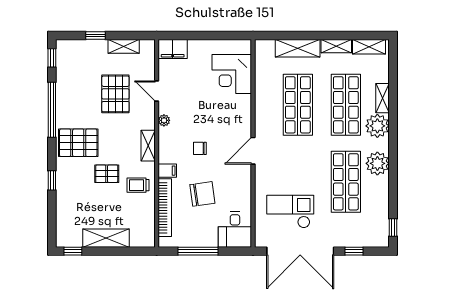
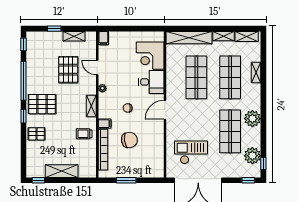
shelving: (298, 48) -> (189, 38), width x1.47
filing cabinet: (173, 49) -> (103, 38), width x0.50
plant: (377, 126) -> (252, 156), moved
pallet: (107, 174) -> (37, 134), moved
window: (52, 180) -> (24, 116), moved
desk: (235, 230) -> (151, 82), moved, turned -90
window: (198, 251) -> (126, 180), width x0.69
window: (354, 251) -> (248, 180), moved

